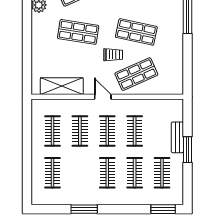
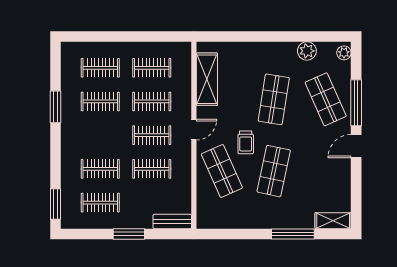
bench: (177, 137) -> (172, 221), moved
clothes rail: (107, 173) -> (100, 101), moved

